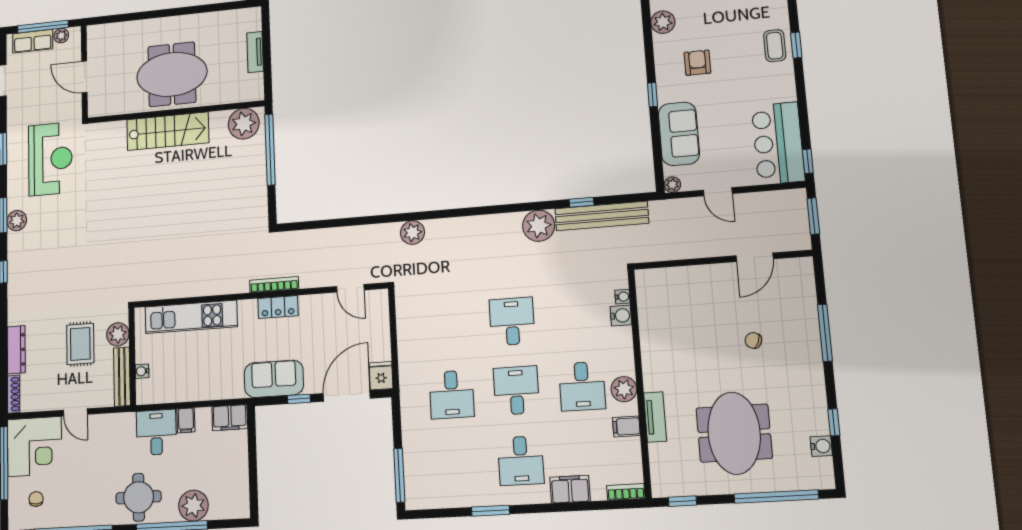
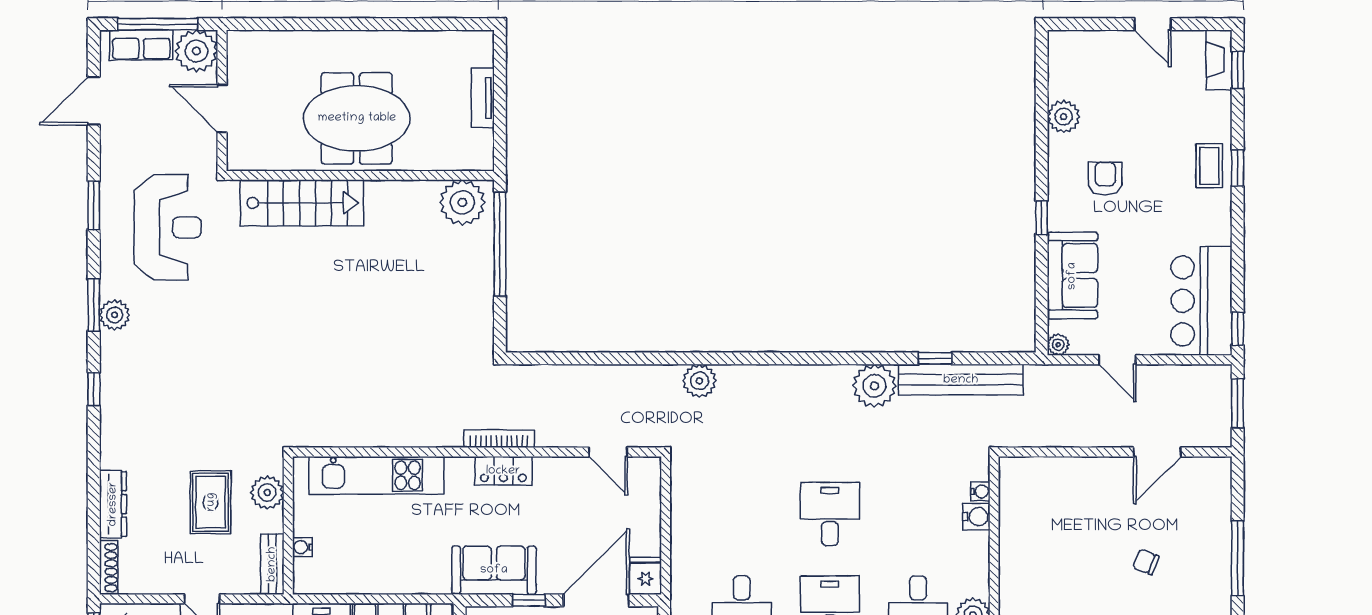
plant: (61, 36) -> (196, 51), width x1.87, depth x1.87
stairs: (168, 131) -> (302, 203), moved
bench: (122, 377) -> (272, 564), width x0.73

